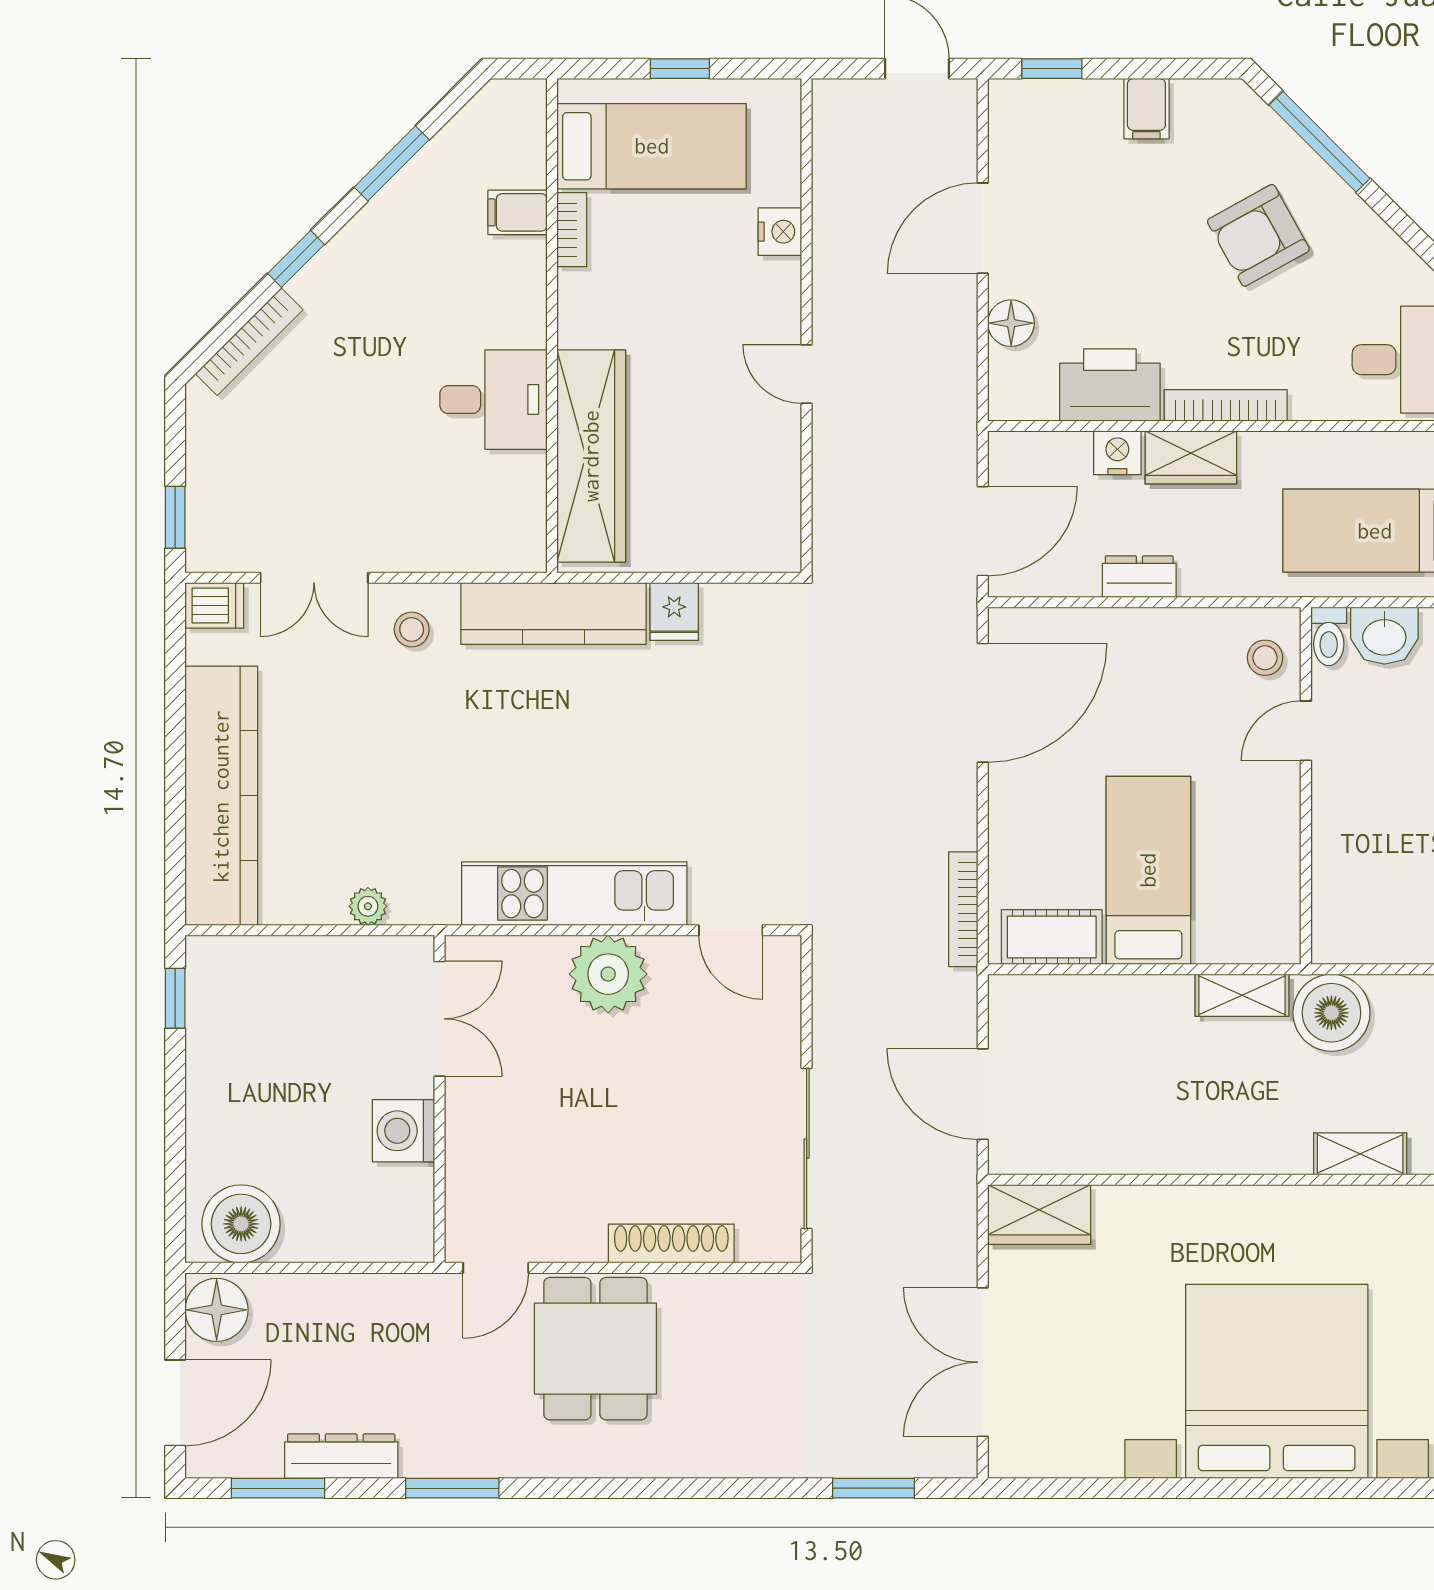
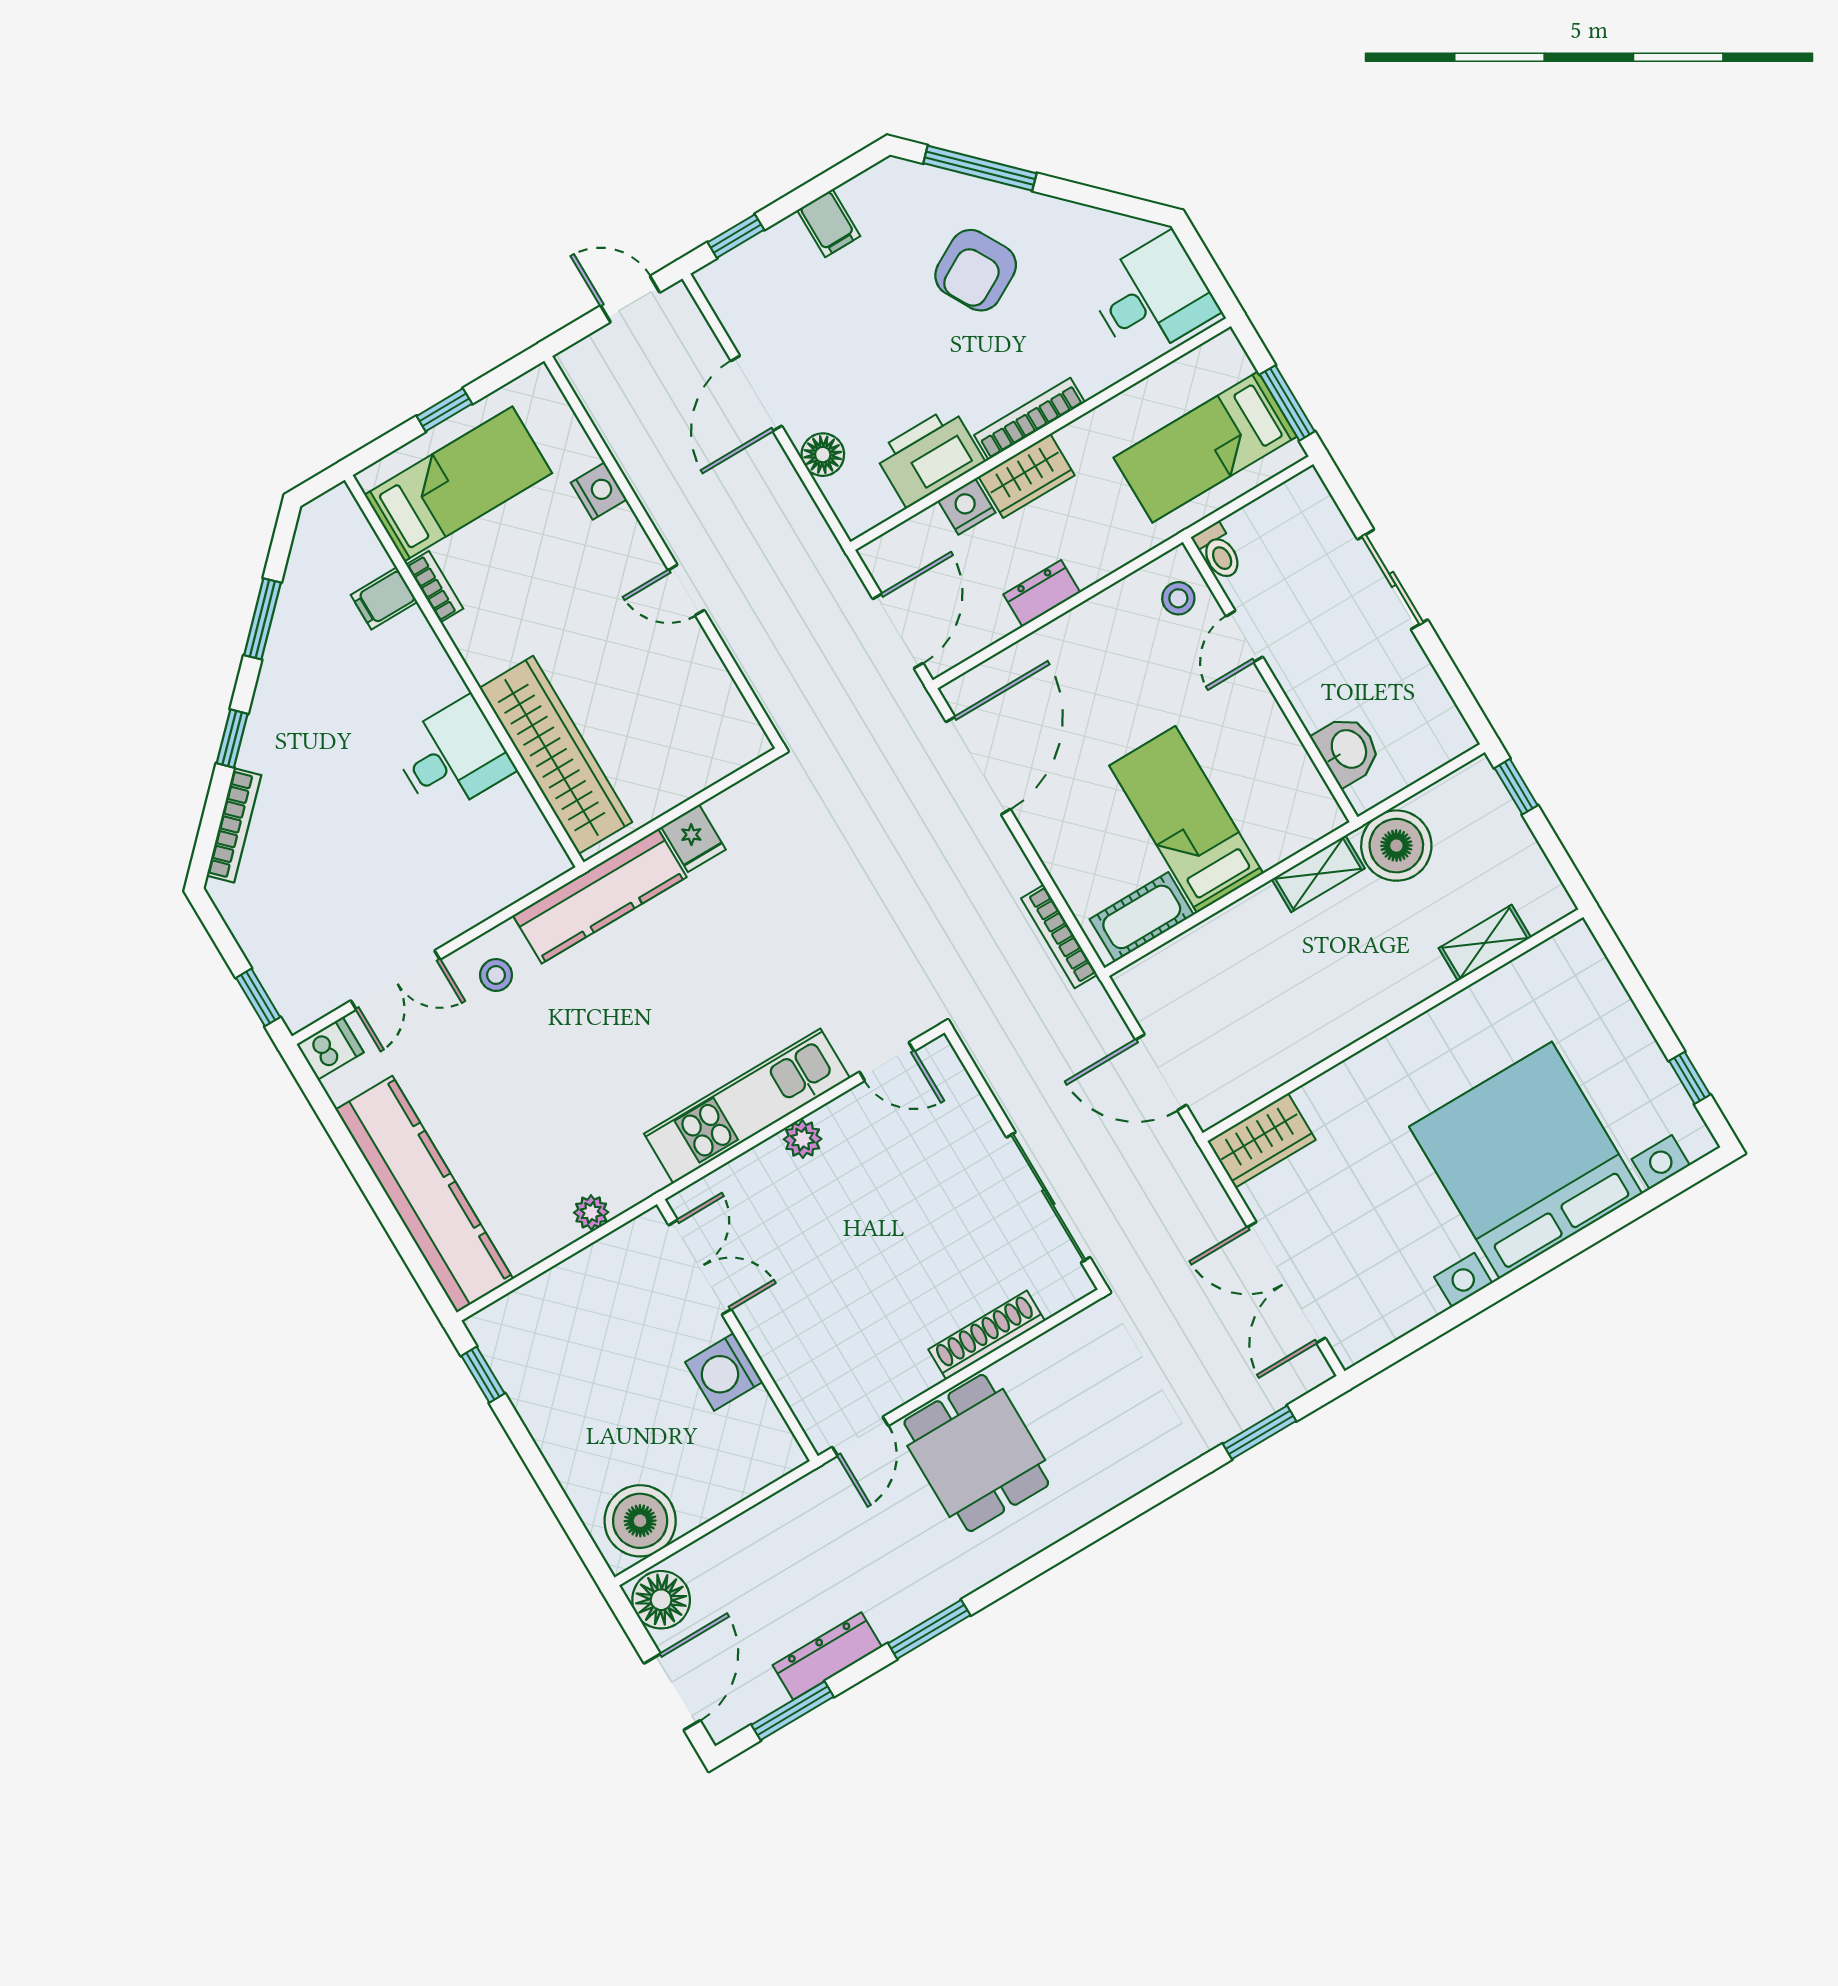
washbasin: (1384, 636) -> (1348, 750), moved, turned -90
plant: (608, 974) -> (803, 1139), width x0.53, depth x0.53

